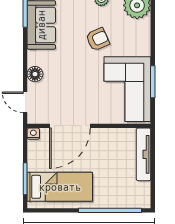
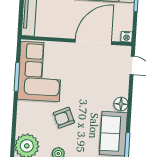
floor lamp: (35, 74) -> (121, 104), moved

